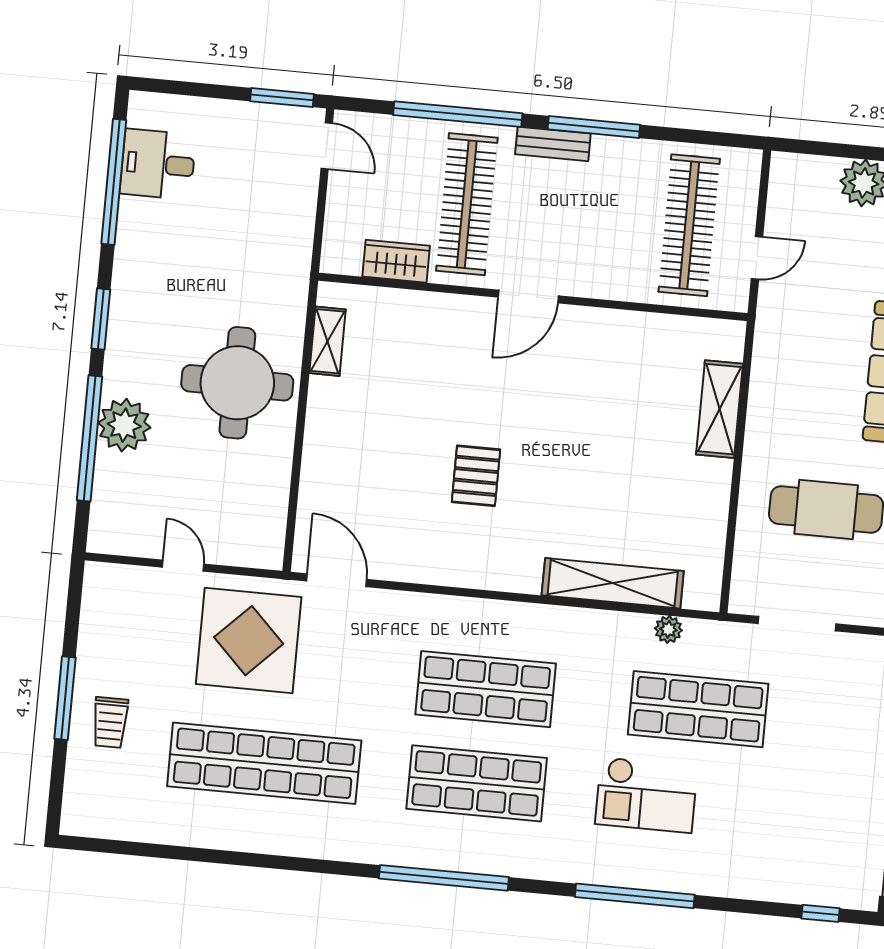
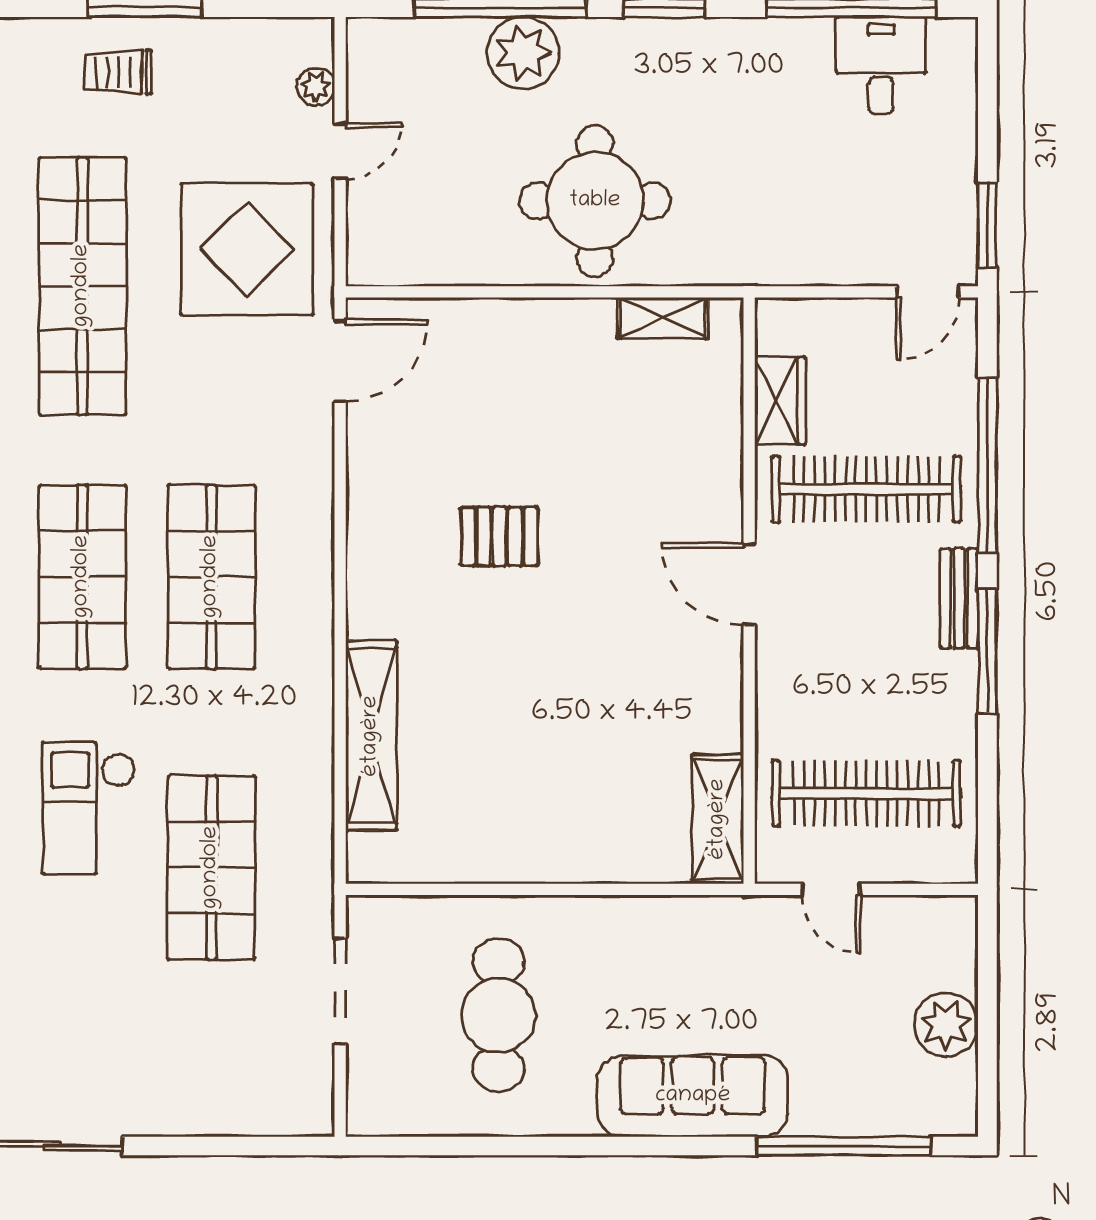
shelving: (720, 409) -> (718, 819), moved, turned 90
plant: (668, 629) -> (316, 87), moved

